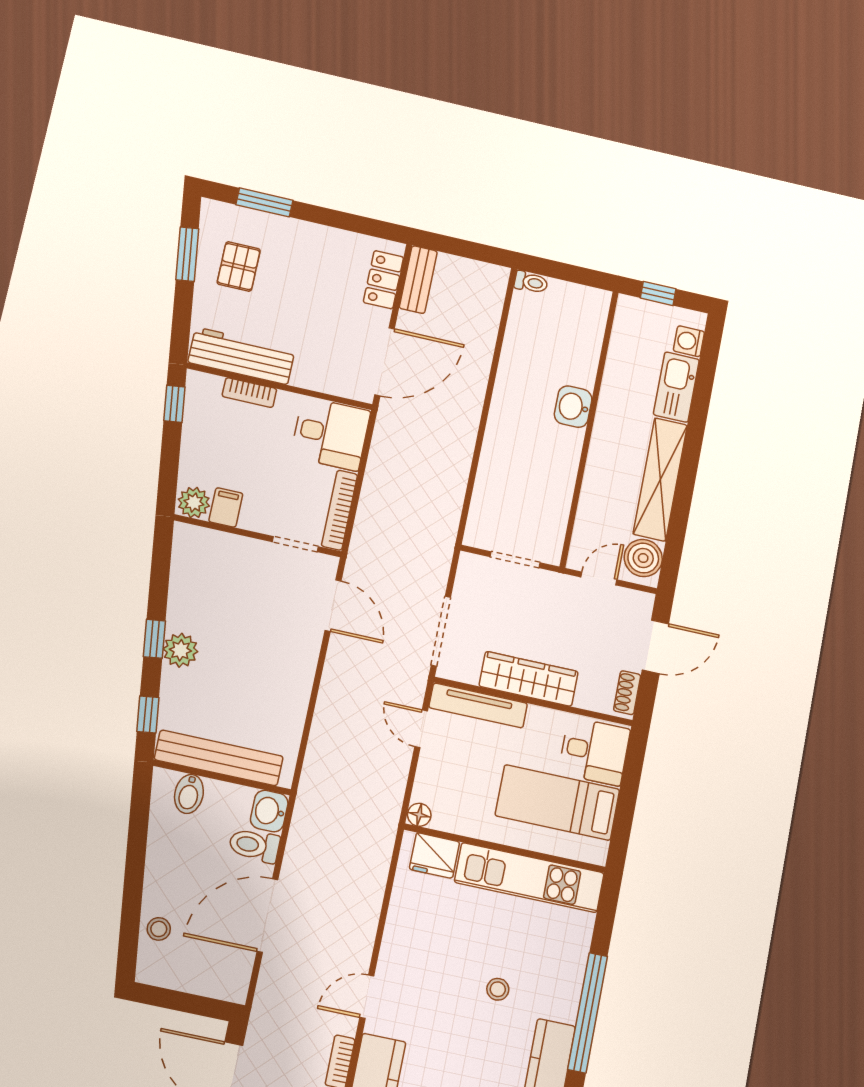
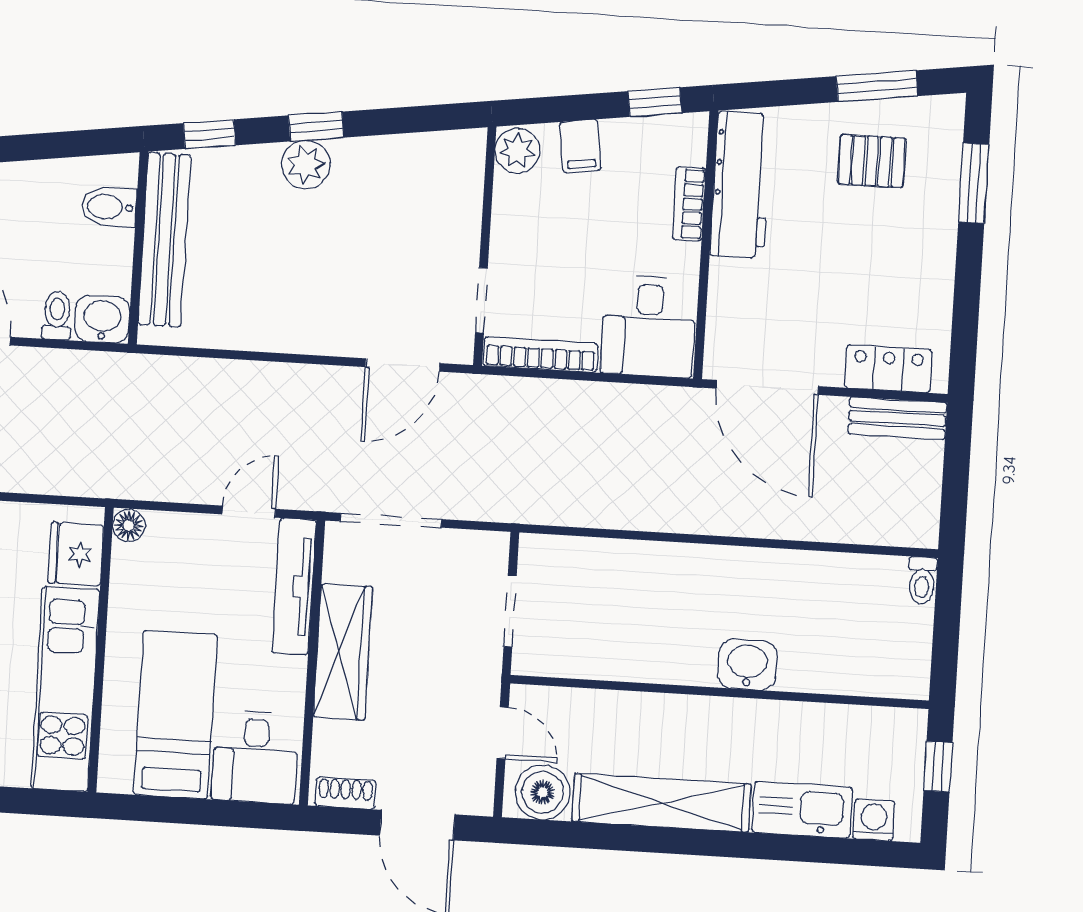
filing cabinet: (226, 507) -> (580, 146), moved, turned 82
toilet: (254, 845) -> (57, 316), width x0.73, depth x0.72

